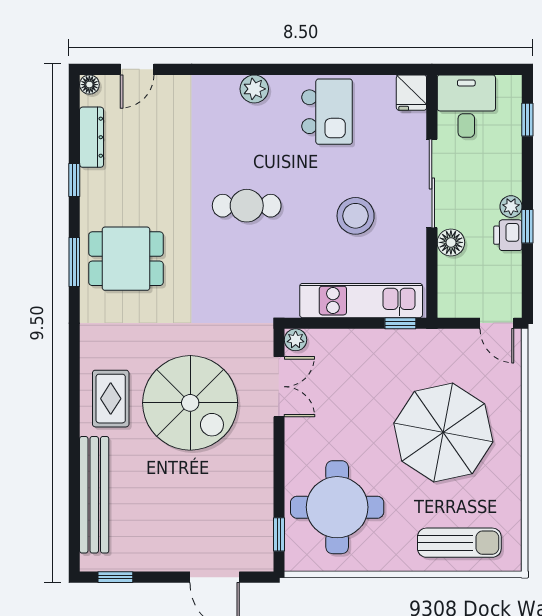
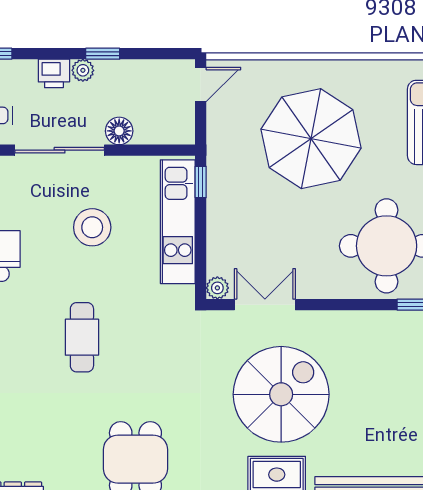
printer: (508, 235) -> (54, 73), moved

